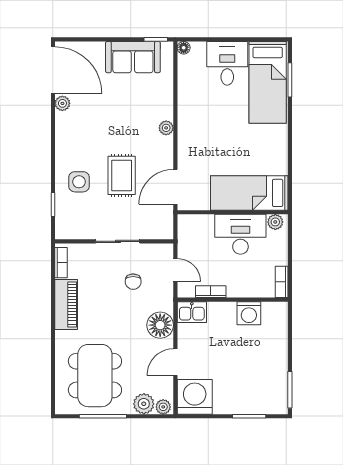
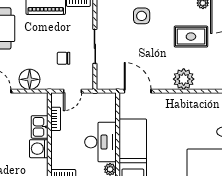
plant: (166, 128) -> (184, 79), width x1.88, depth x1.88
rug: (122, 175) -> (191, 37), moved
kitchen sink: (192, 312) -> (40, 127), moved

